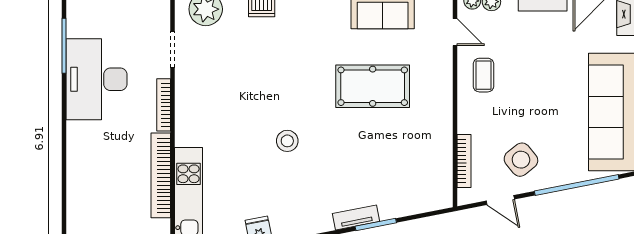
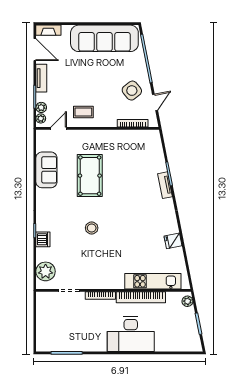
desk: (97, 79) -> (131, 334), moved
stool: (287, 141) -> (92, 228), moved

